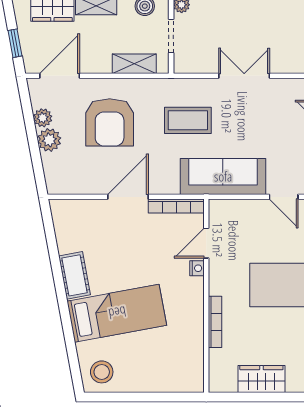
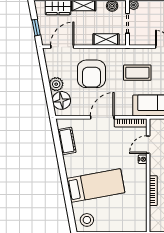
plant: (43, 118) -> (52, 71), removed
floor lamp: (58, 168) -> (61, 100), added
cot: (74, 275) -> (67, 141), moved

